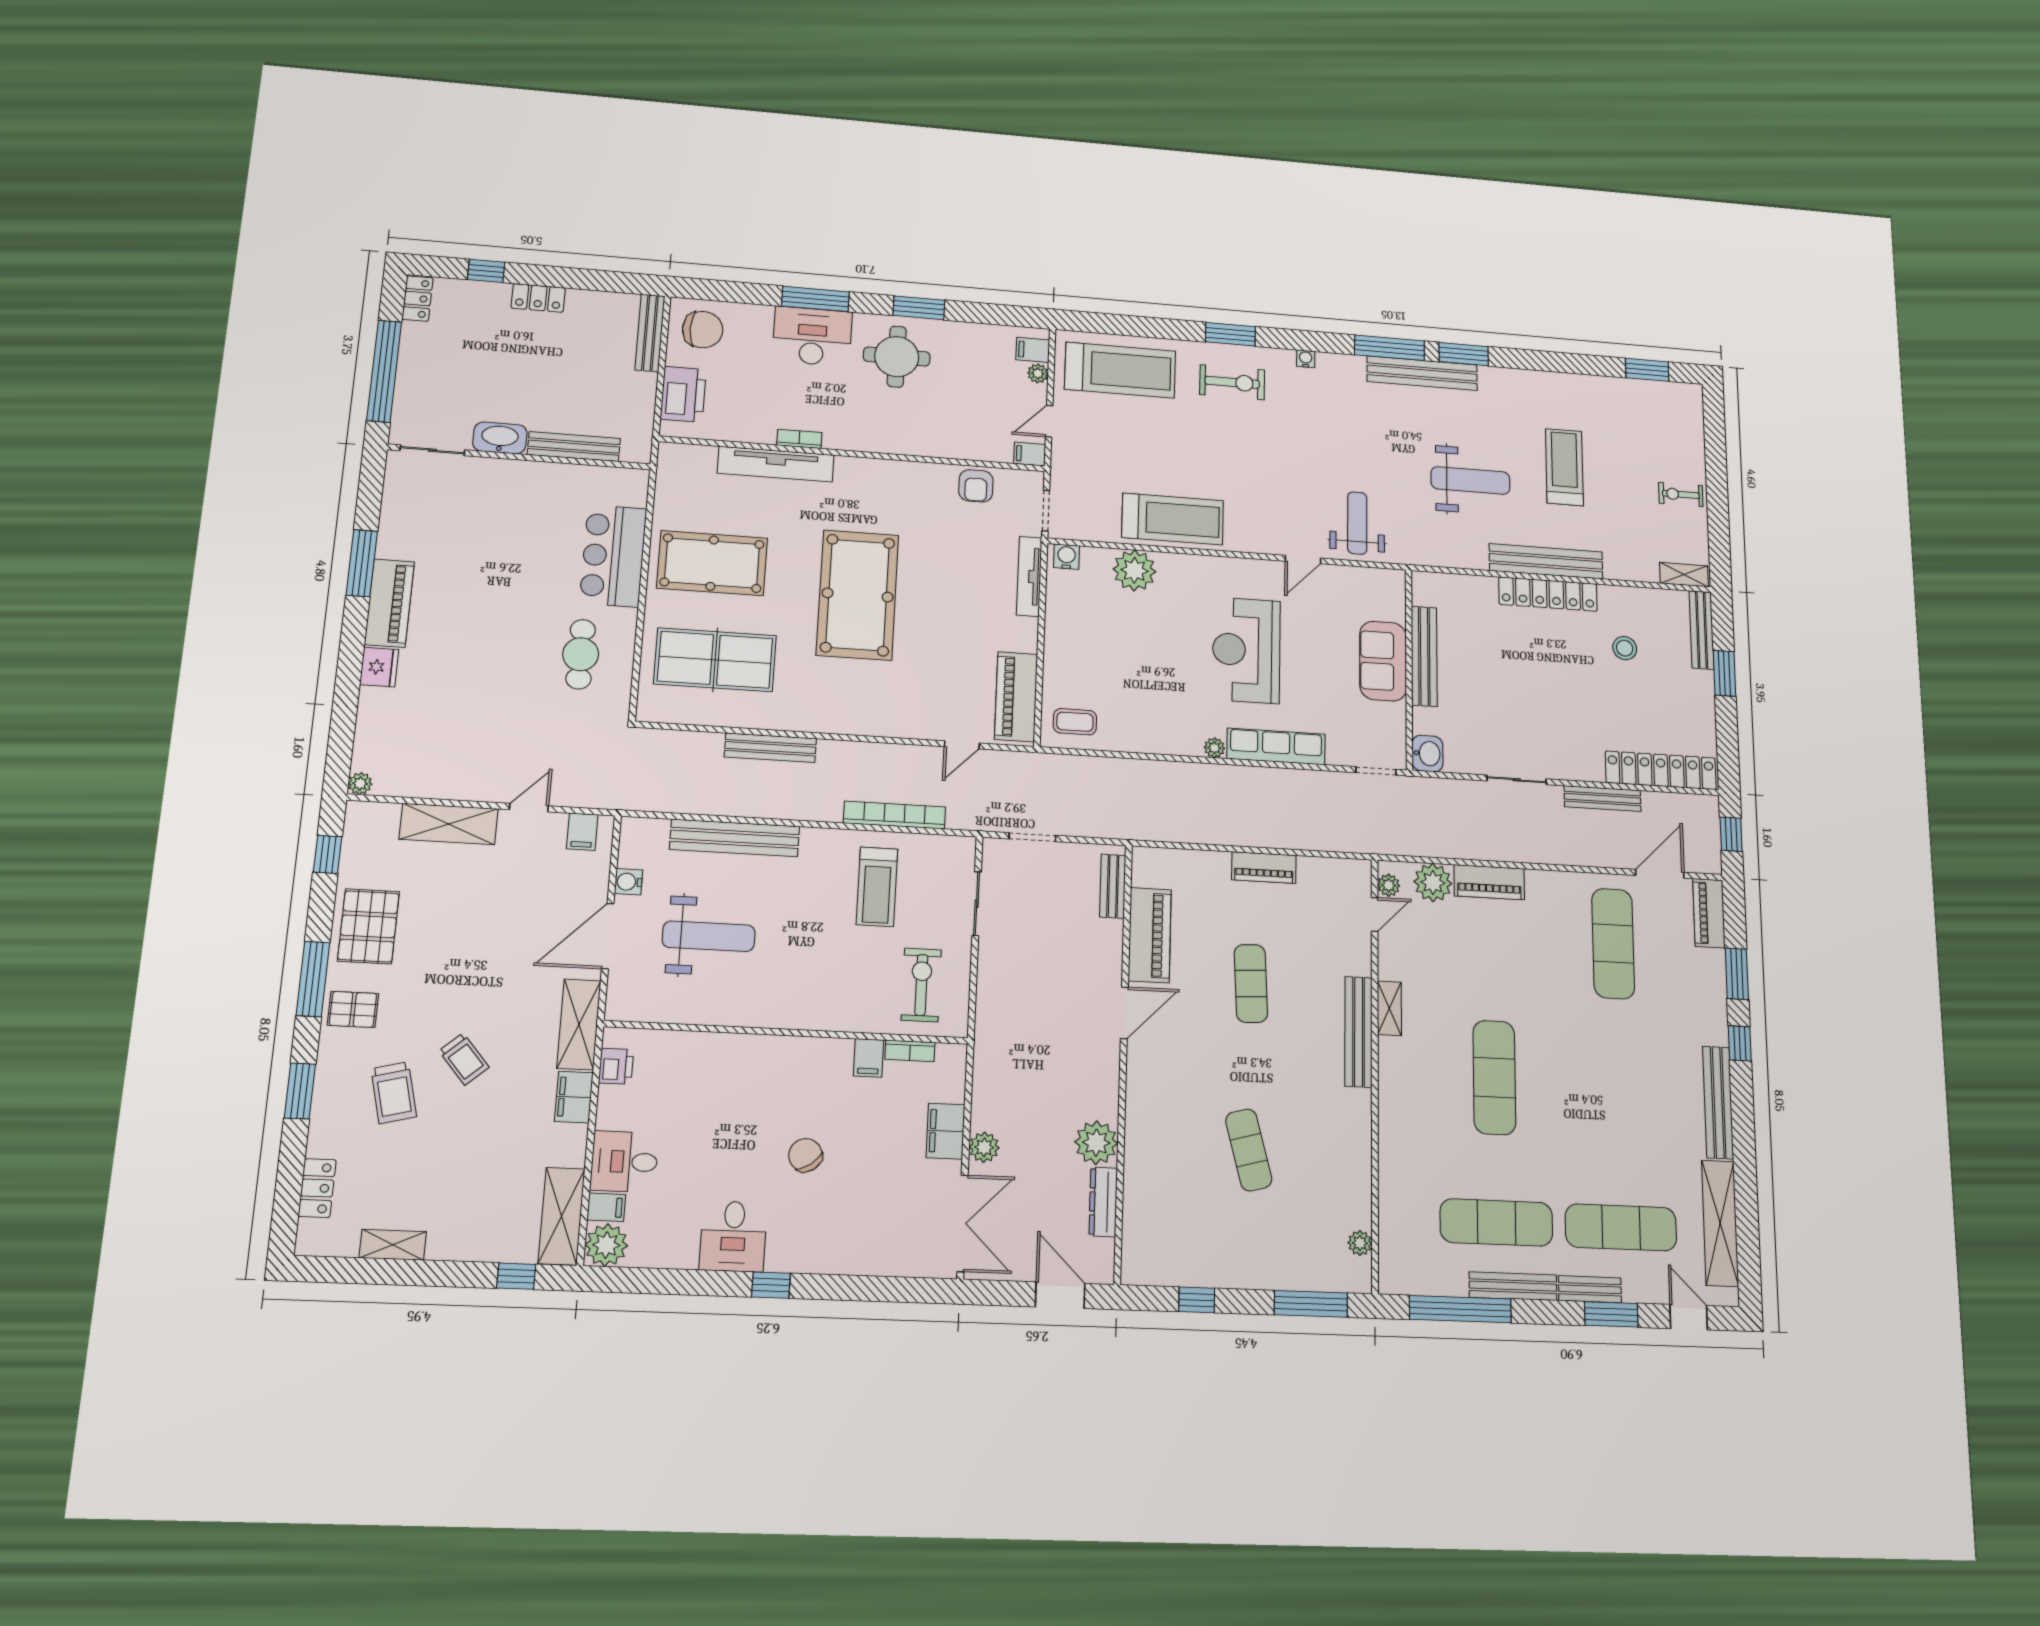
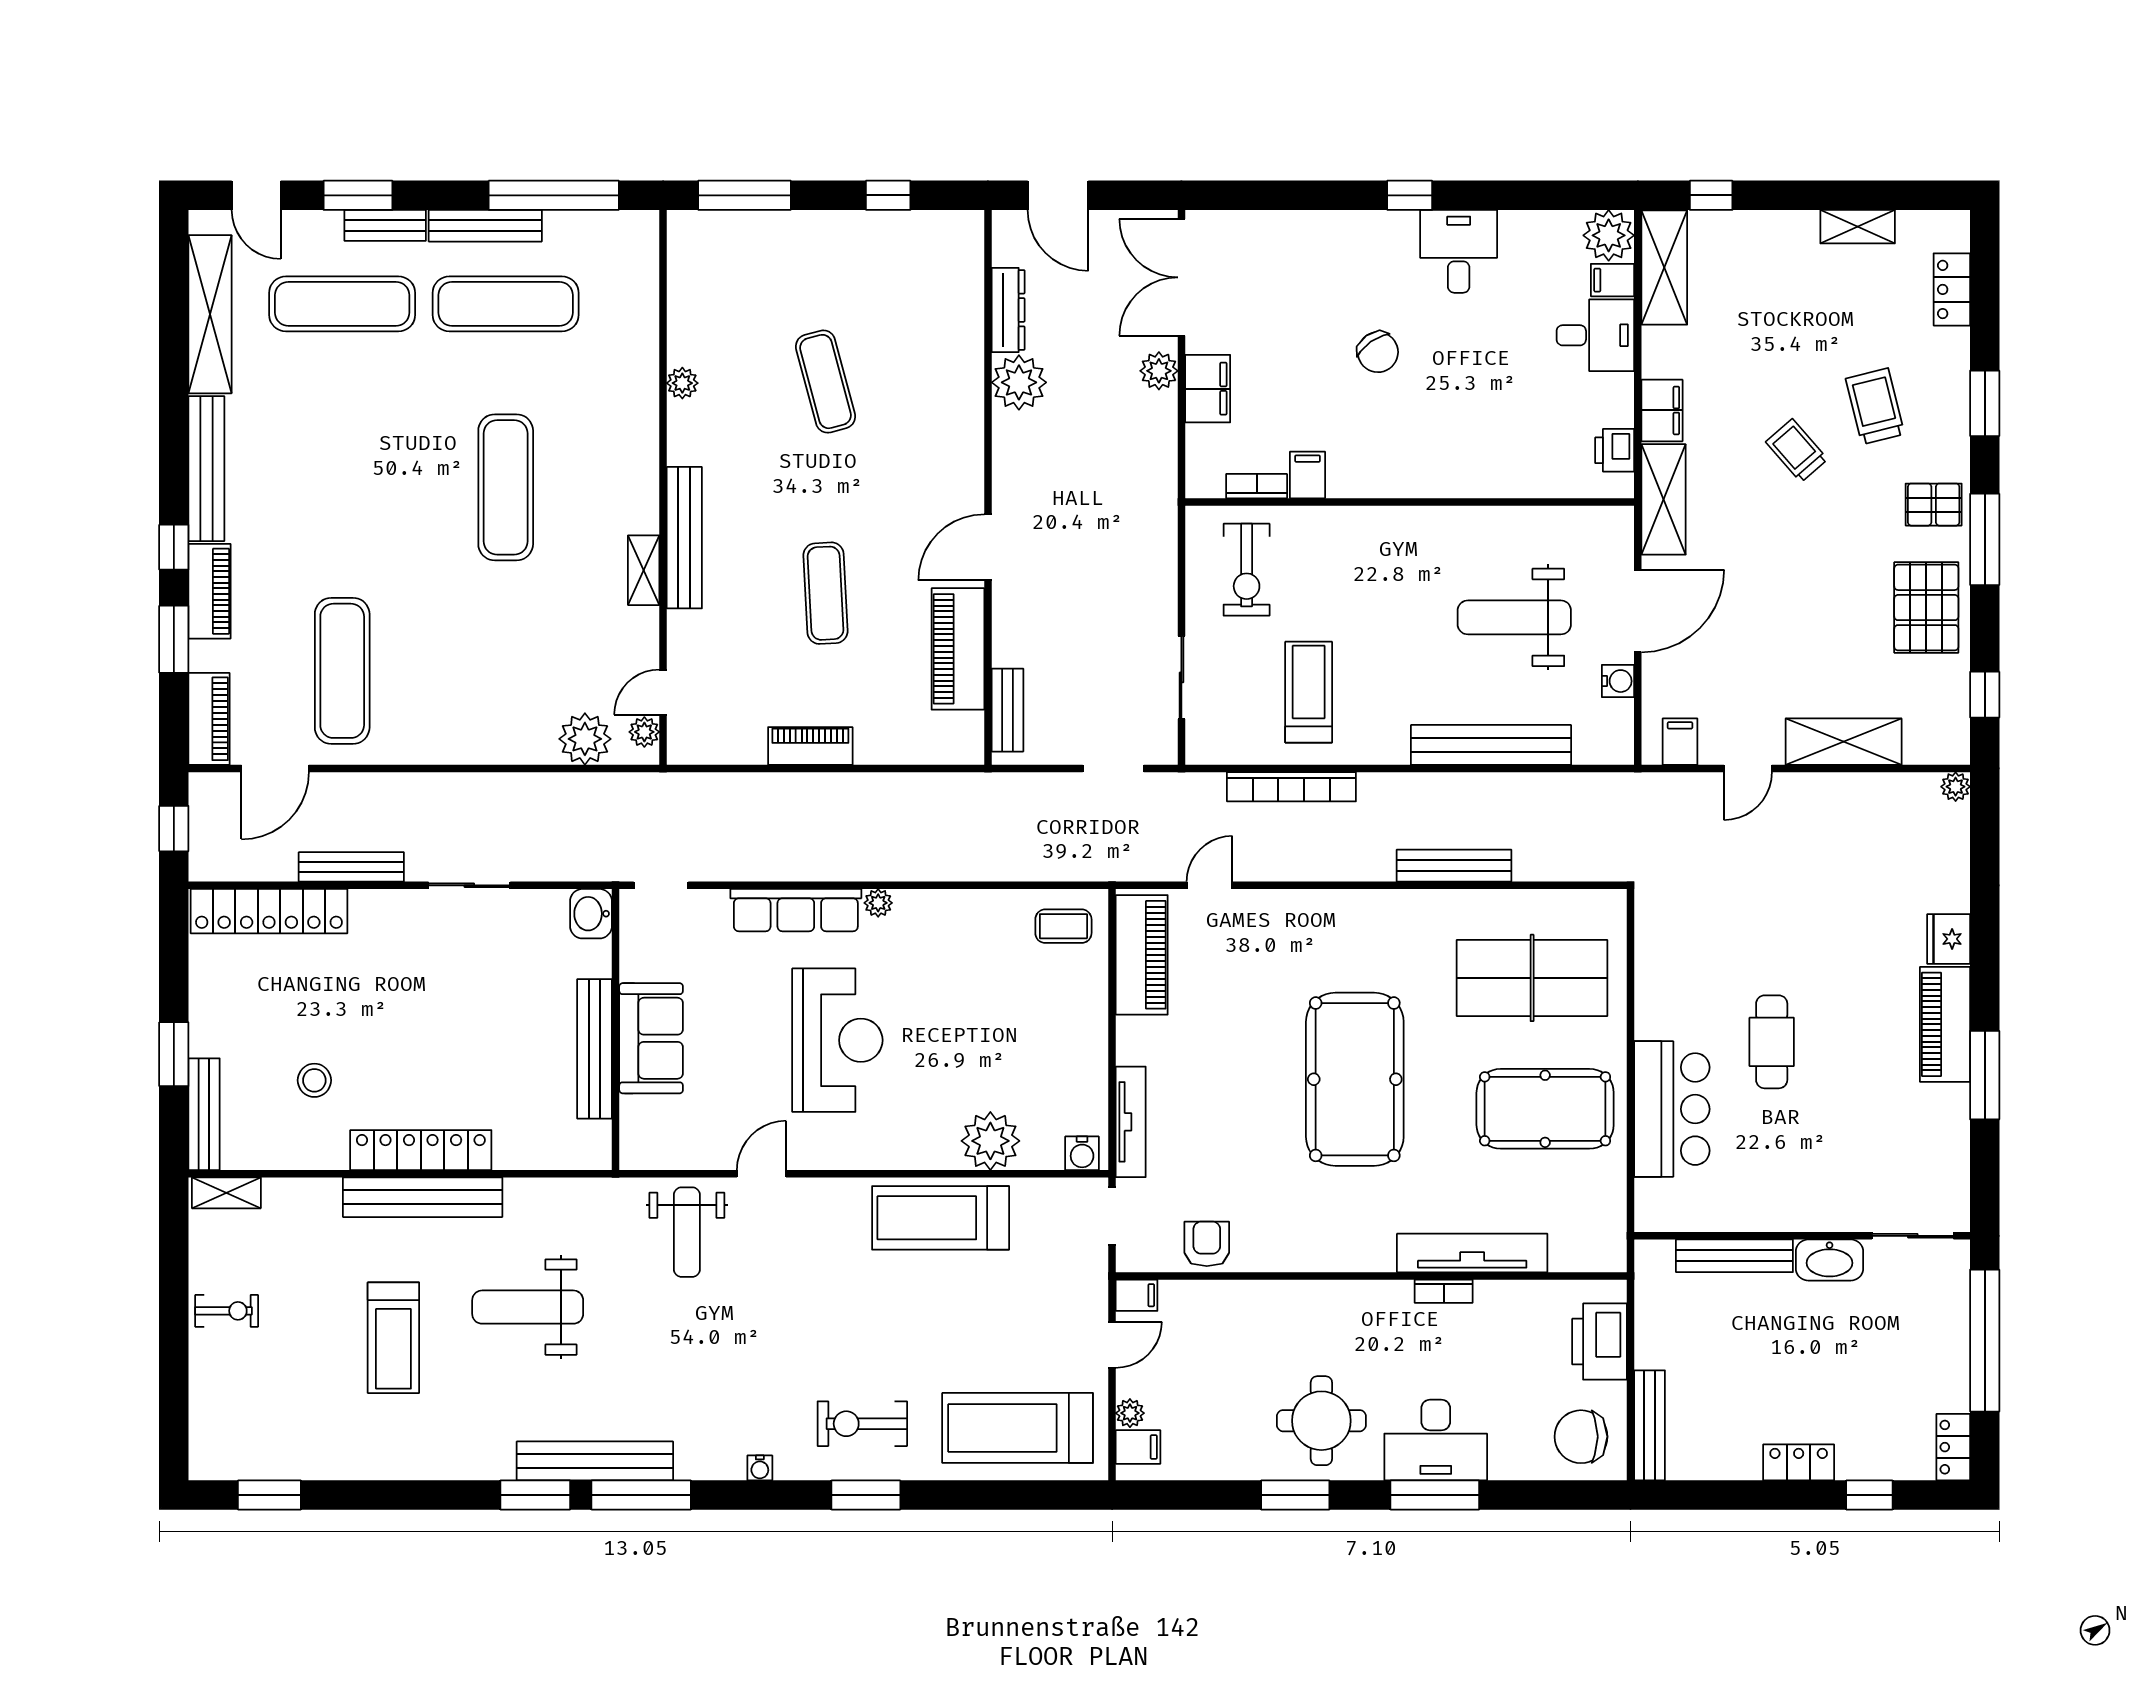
cafe table: (581, 654) -> (1772, 1042), moved
piano: (1489, 882) -> (210, 591), moved, turned 90
plant: (1360, 1243) -> (682, 383), moved

